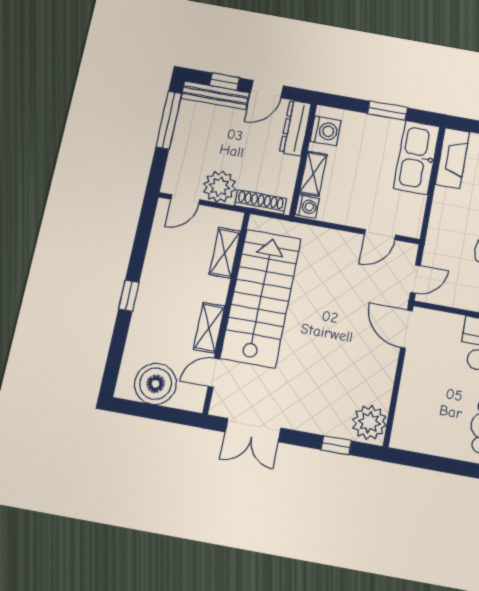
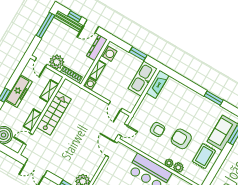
door: (185, 200) -> (41, 62), hinge flipped
door: (380, 235) -> (115, 106), hinge flipped
freezer: (157, 277) -> (19, 91), added
stairs: (261, 298) -> (54, 113), width x0.73, depth x0.66

